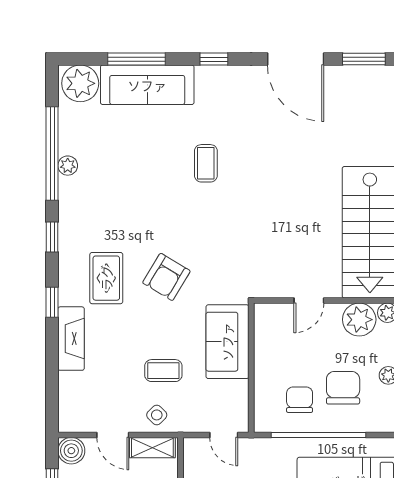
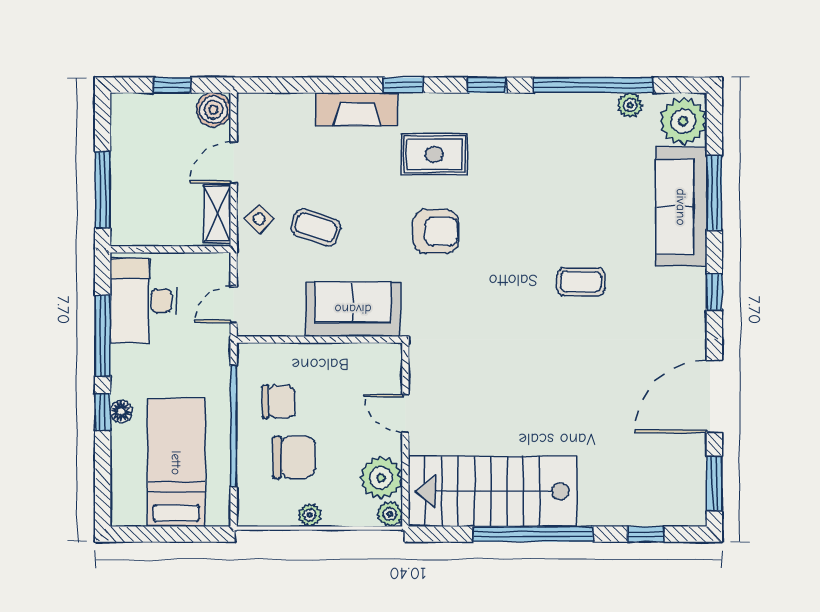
plant: (68, 166) -> (630, 105), moved
armchair: (166, 277) -> (436, 231), turned 149
coffee table: (163, 371) -> (316, 227), turned -71

